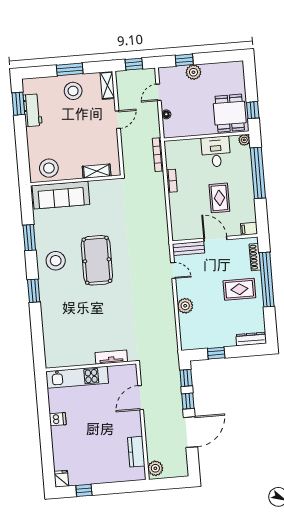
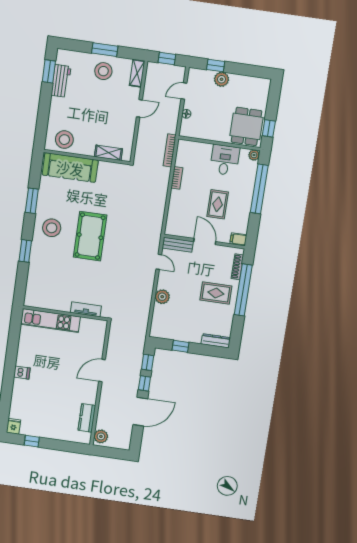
tv unit: (111, 357) -> (86, 309), moved
wall: (91, 366) -> (65, 313), moved
kitchen unit: (77, 377) -> (50, 321), moved

